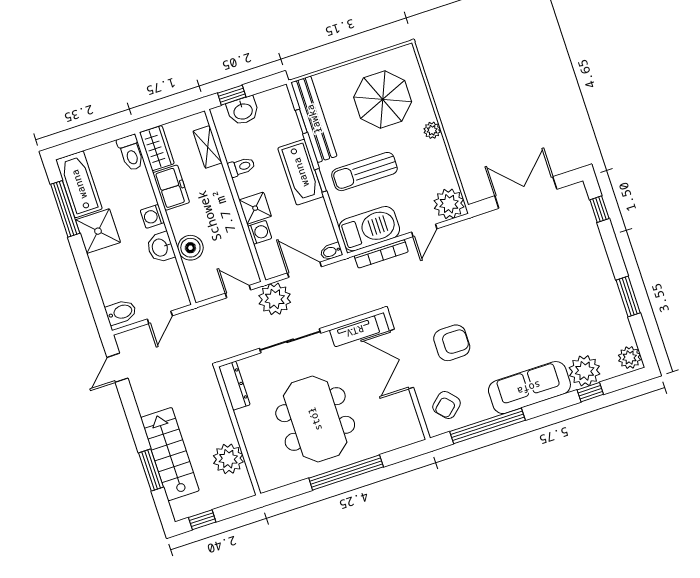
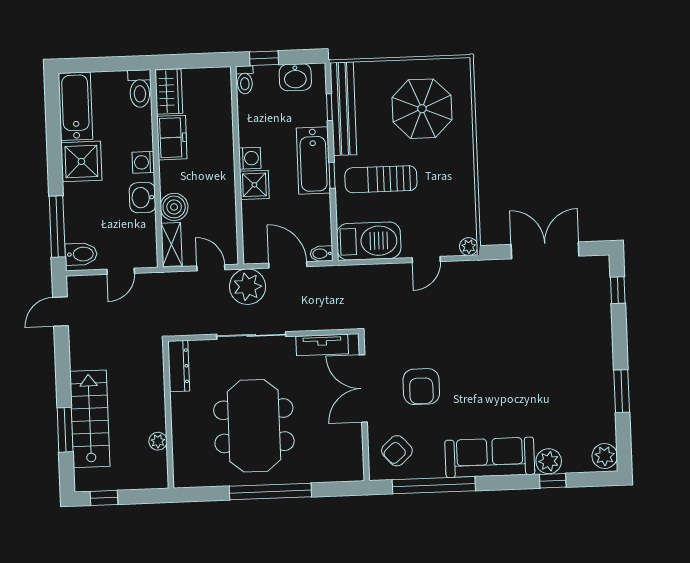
washbasin: (243, 111) -> (295, 77), moved
plant: (432, 130) -> (465, 156), removed
shelving: (208, 147) -> (171, 244), moved
toilet: (241, 167) -> (245, 80), moved, turned 90
plant: (449, 204) -> (469, 247), width x0.53, depth x0.53
window: (65, 209) -> (57, 226), moved
washing machine: (260, 232) -> (250, 158), moved
bookcase: (381, 254) -> (374, 271), removed
armchair: (452, 343) -> (421, 387), turned 90
plant: (585, 371) -> (549, 461), width x0.73, depth x0.73
plant: (228, 459) -> (158, 441), width x0.53, depth x0.53

